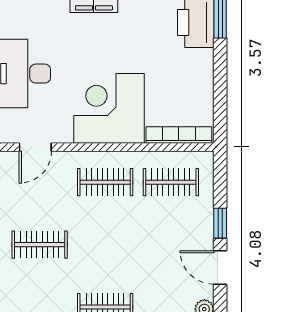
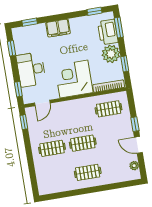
plant: (195, 69) -> (111, 54), added
window: (220, 94) -> (125, 64), added
clothes rail: (105, 182) -> (83, 143), moved

